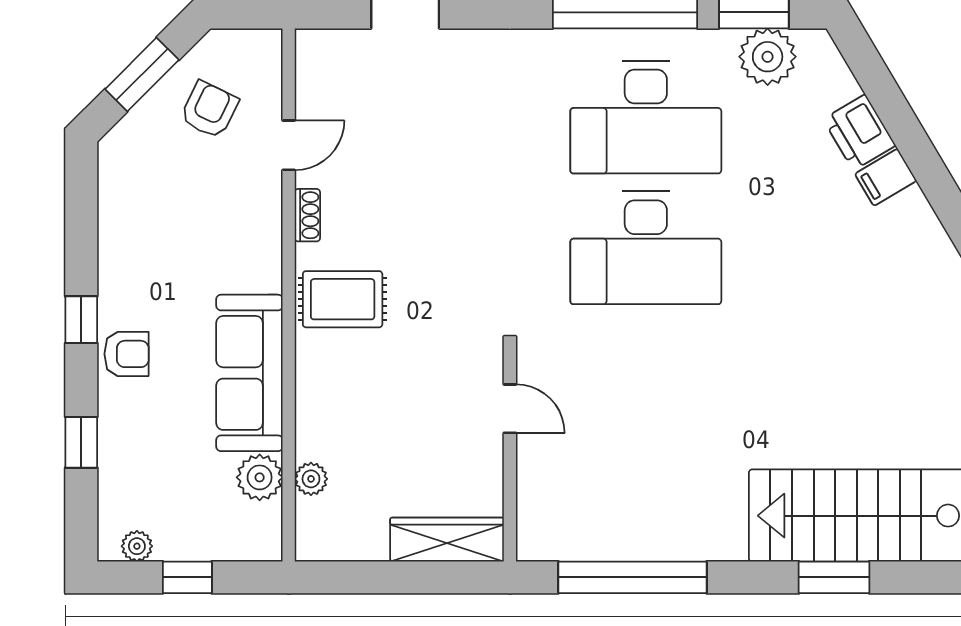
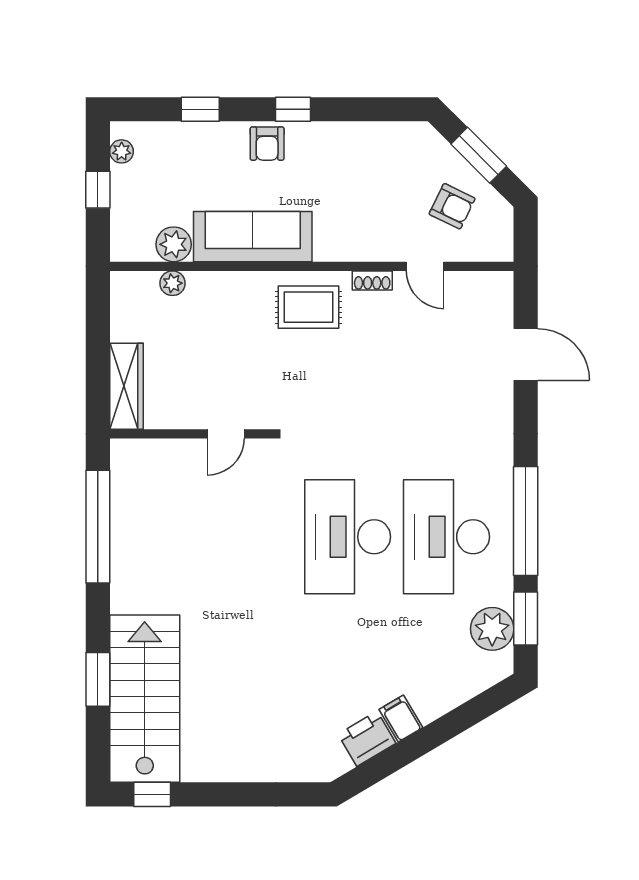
printer: (859, 132) -> (367, 739), moved
rug: (343, 299) -> (309, 307), turned 90

